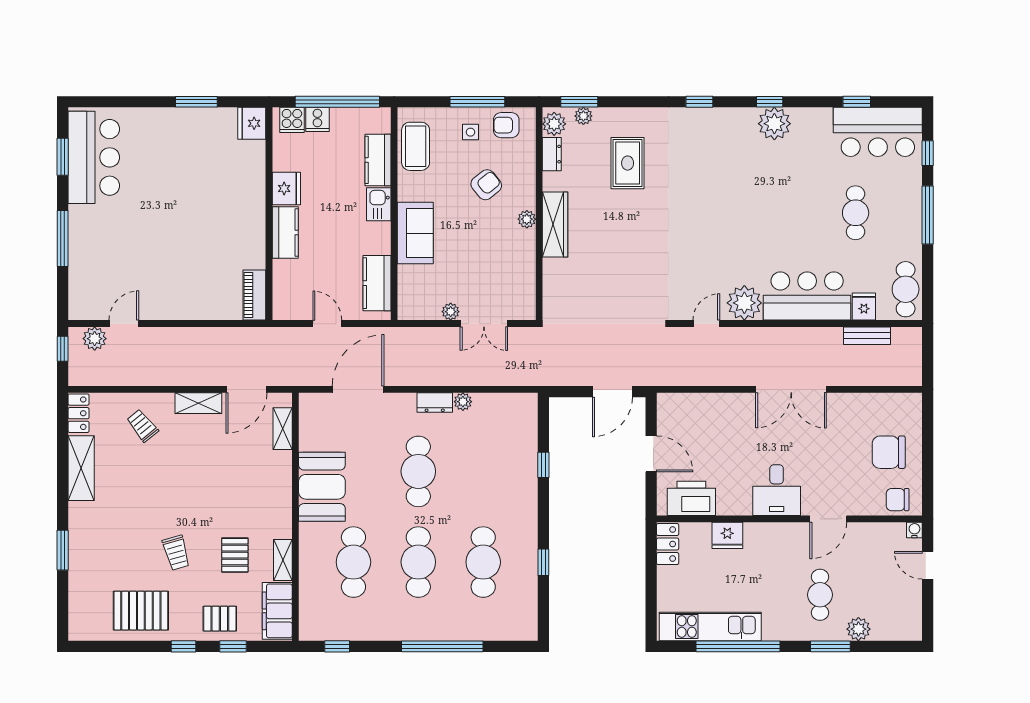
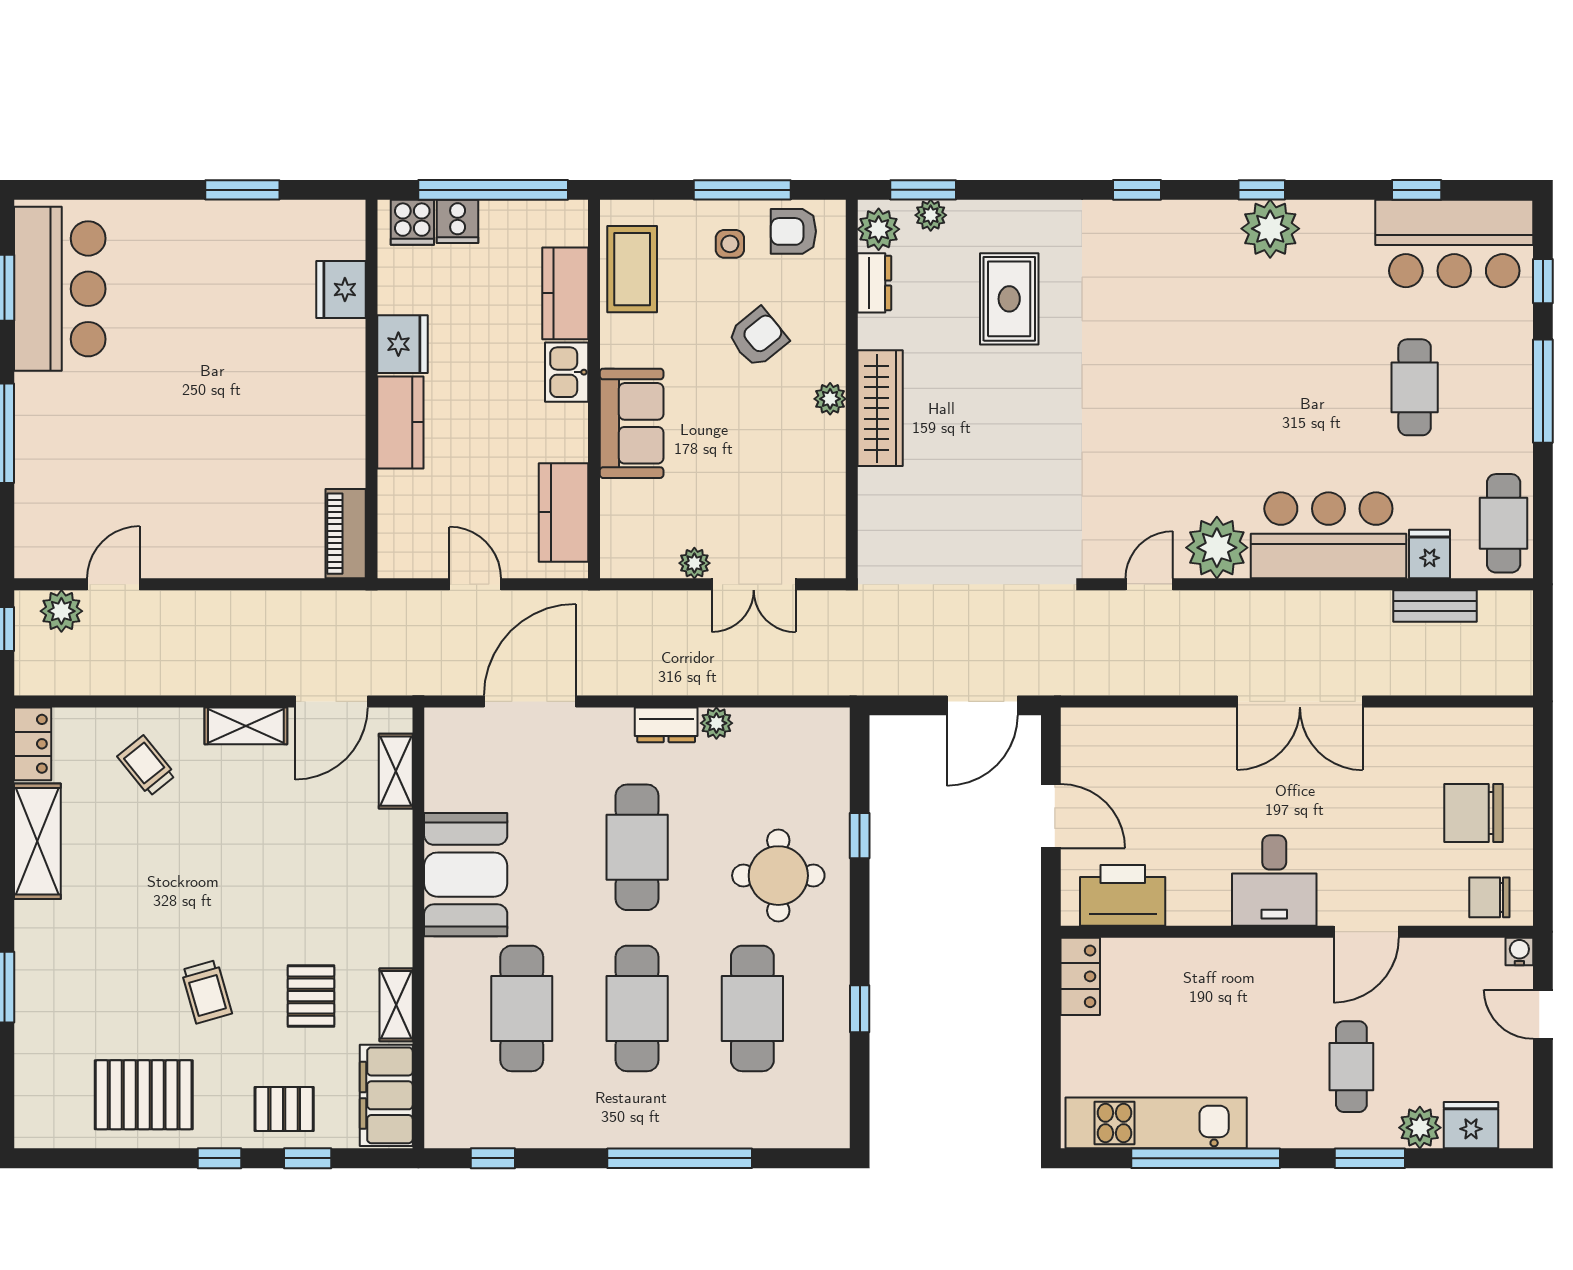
fridge: (252, 123) -> (341, 290), moved
round table: (498, 487) -> (778, 876), added
fridge: (727, 535) -> (1471, 1125), moved, turned 180

